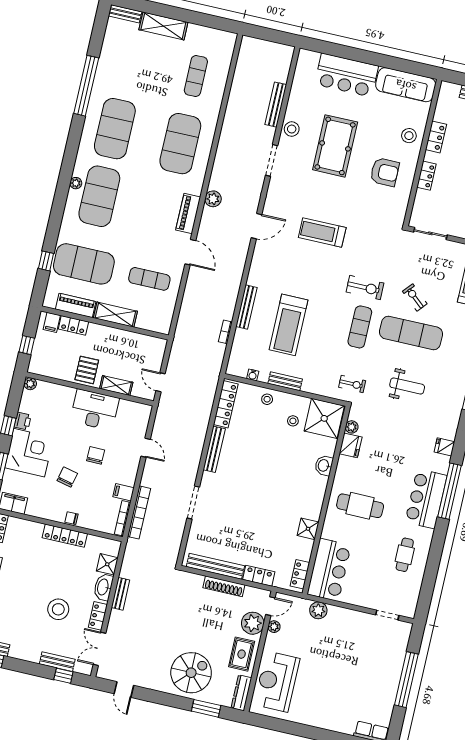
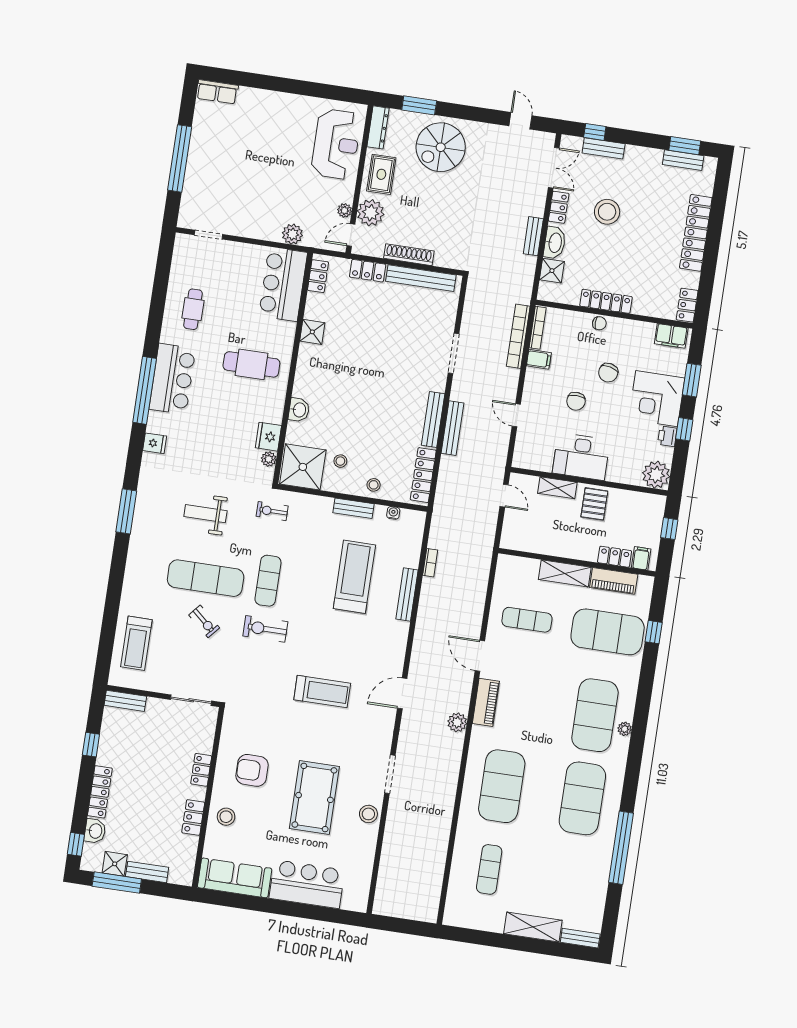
bench: (276, 105) -> (453, 428), moved
plant: (30, 384) -> (656, 475), width x1.87, depth x1.87

